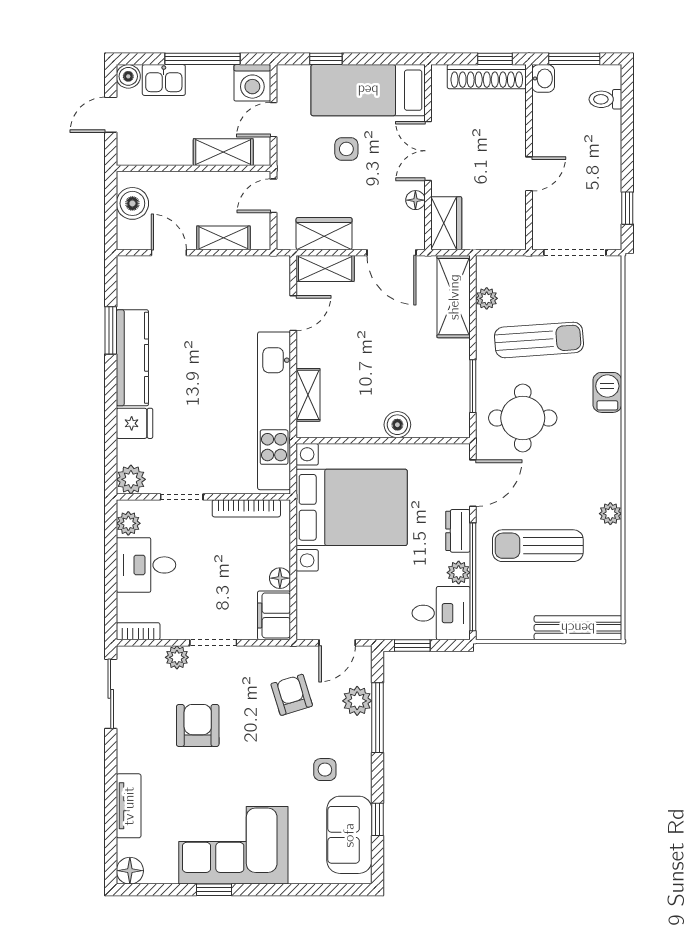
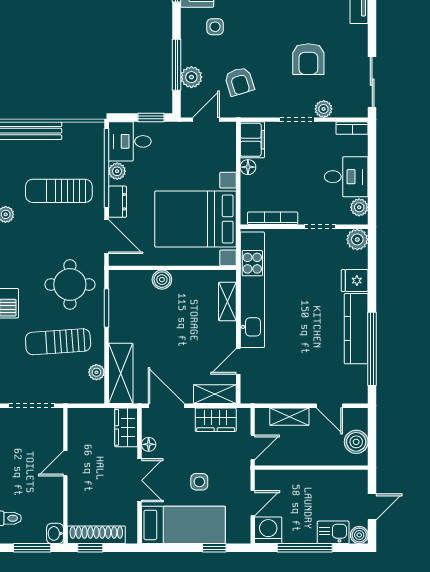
shelving: (223, 152) -> (290, 479), removed
window: (111, 330) -> (372, 349), width x2.11
door: (473, 483) -> (107, 237), swing flipped
sun lounger: (538, 546) -> (59, 191), turned 180

